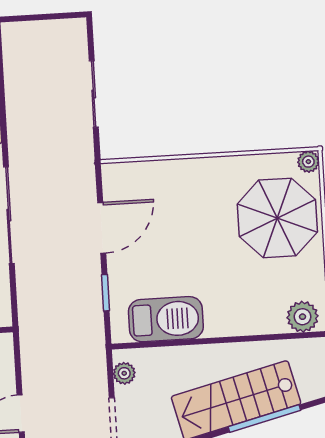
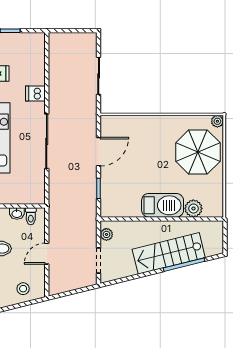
plant: (303, 317) -> (193, 208), moved
barbecue: (166, 319) -> (163, 205), moved

